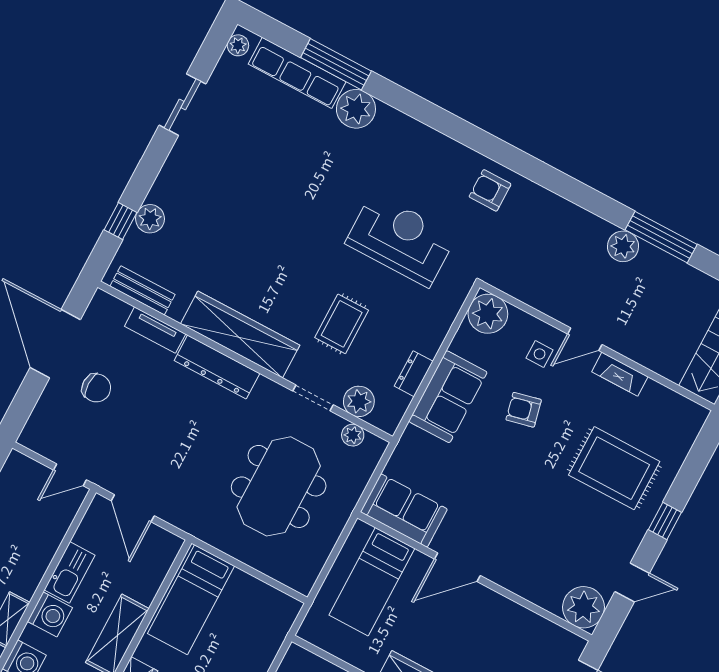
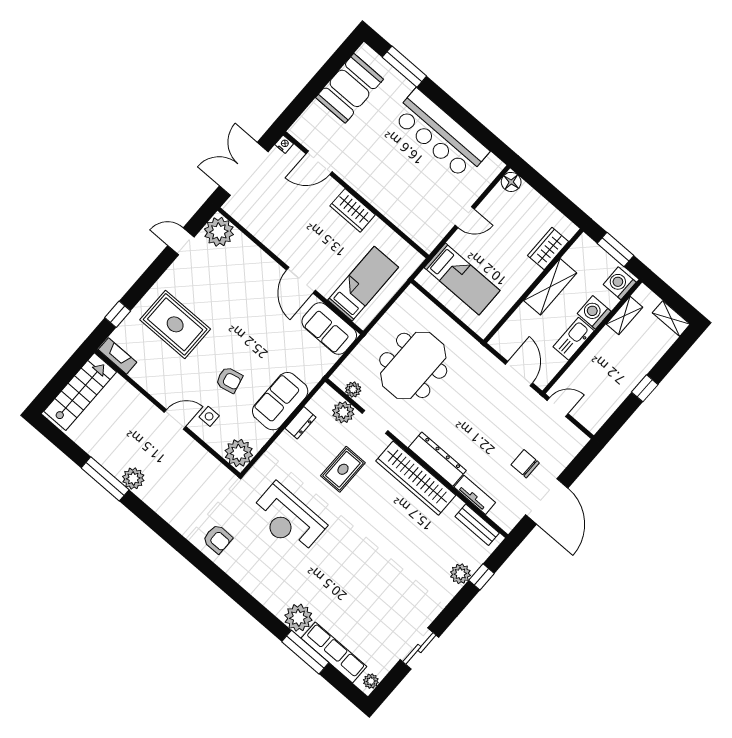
fireplace: (620, 374) -> (118, 356), moved
window: (665, 521) -> (118, 314), moved
door: (457, 567) -> (301, 280), swing flipped
bed: (191, 600) -> (462, 279), moved, turned 90

